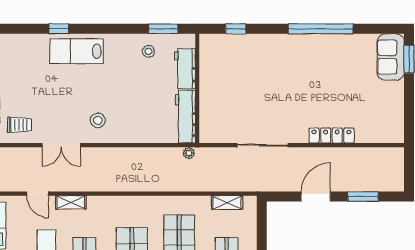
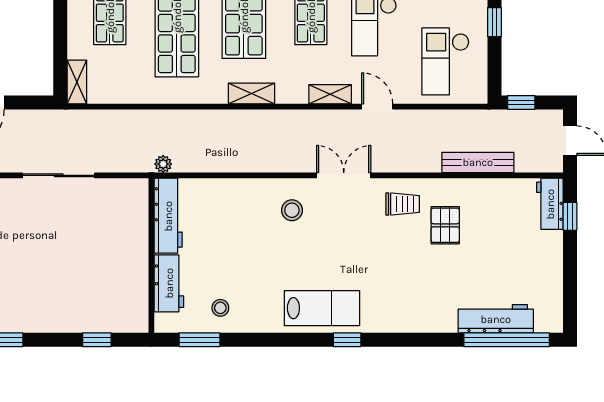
trolley: (20, 125) -> (403, 204), turned 180
shelving: (126, 203) -> (251, 93), added
shelving: (227, 203) -> (77, 82), moved, turned 90

